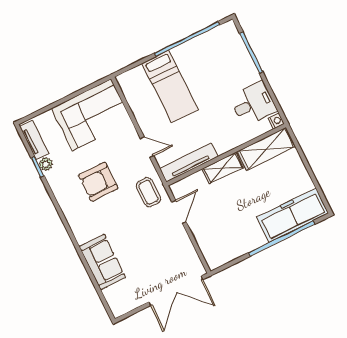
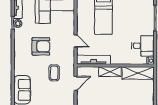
armchair: (98, 182) -> (41, 46), turned 180
coffee table: (148, 192) -> (54, 73), moved

